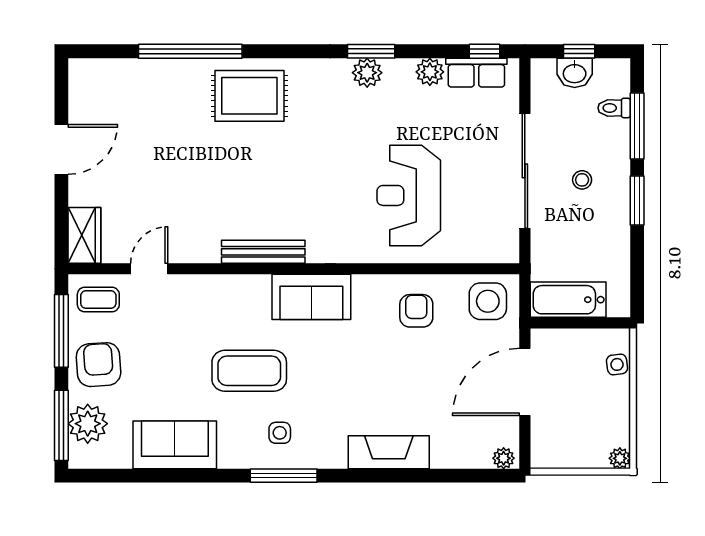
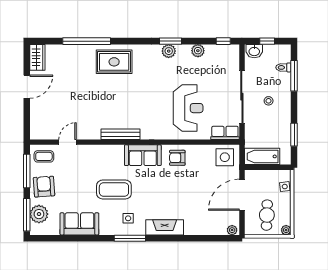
row of seats: (476, 73) -> (225, 133), moved, turned 180
washbasin: (575, 73) -> (254, 51), moved
reception desk: (409, 195) -> (188, 108), turned 180
window: (637, 201) -> (294, 135), moved
wardrobe: (84, 235) -> (37, 57), moved
armchair: (416, 311) -> (177, 158), moved, turned -90
cafe table: (578, 426) -> (267, 215), added
fireplace: (389, 452) -> (165, 227), moved

